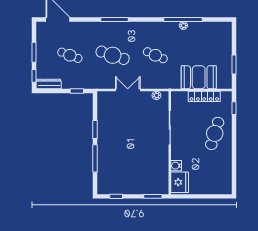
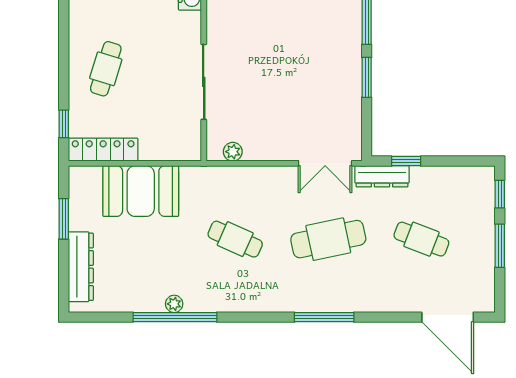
dresser: (226, 43) -> (81, 267), added
cafe table: (113, 55) -> (328, 239), turned -30
dresser: (49, 84) -> (382, 176), moved
double door: (128, 90) -> (325, 163), moved
locker: (204, 96) -> (103, 150), moved
cafe table: (215, 133) -> (106, 69), width x0.73, depth x0.74

